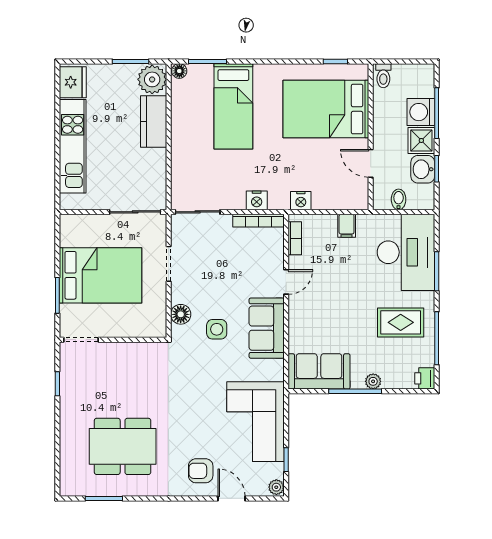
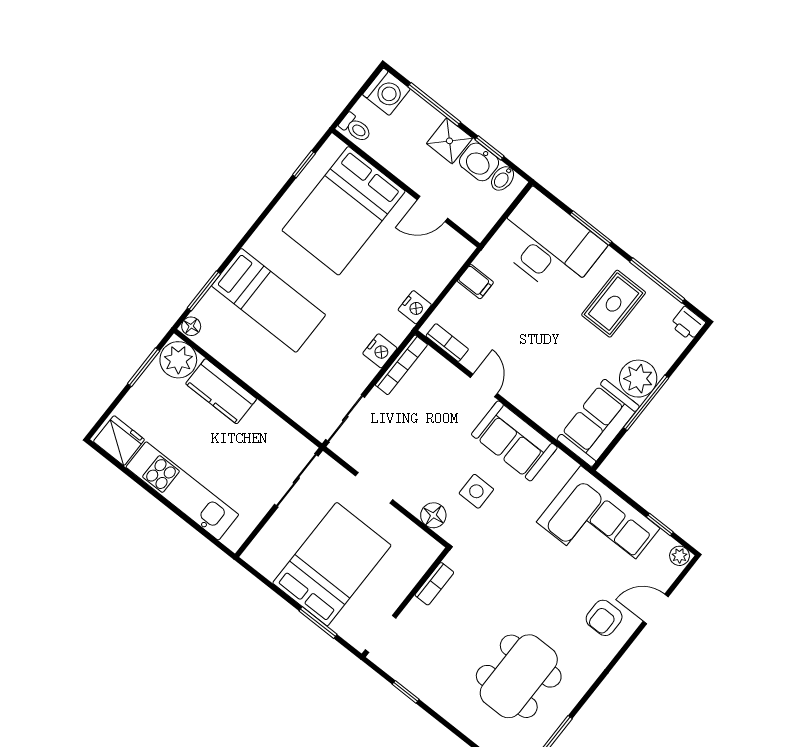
washing machine: (421, 112) -> (386, 92), moved, turned -90
bidet: (399, 199) -> (503, 178), moved, turned -90
bookcase: (139, 349) -> (434, 584), added
plant: (373, 381) -> (638, 379), width x1.88, depth x1.88

